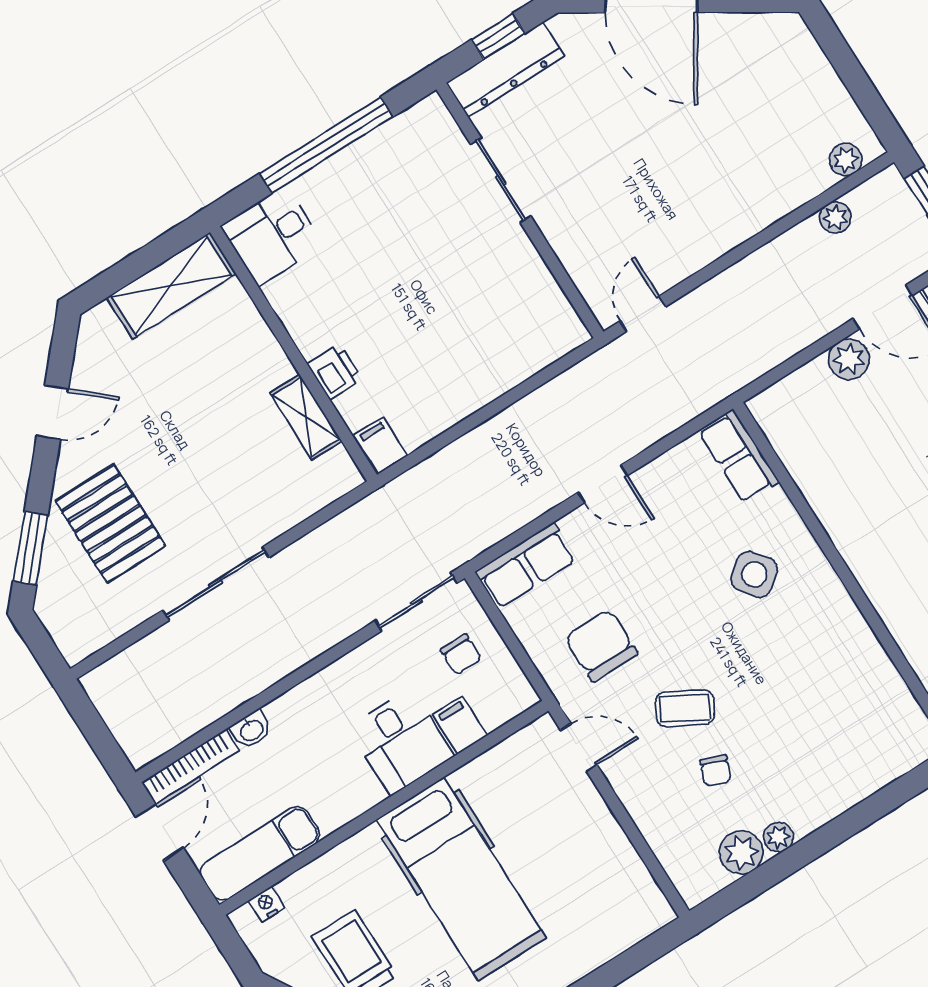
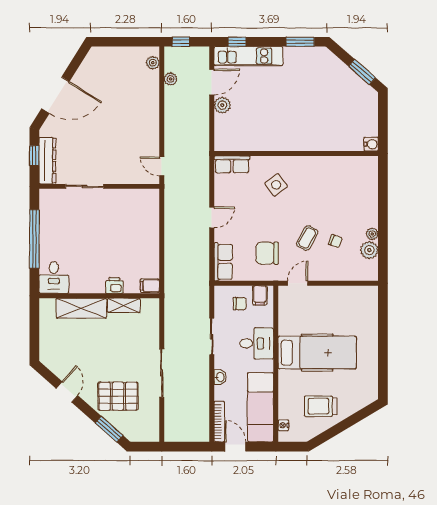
shelving: (171, 286) -> (81, 308), moved, turned 90
sliding door: (416, 602) -> (212, 337), moved
filing cabinet: (460, 725) -> (260, 295), moved, turned -90
washbasin: (251, 730) -> (220, 377), moved
exam couch: (260, 853) -> (261, 407), width x1.36, depth x1.45

